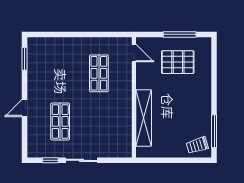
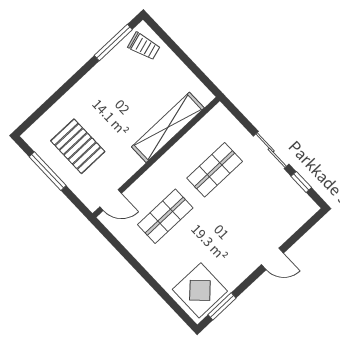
door: (134, 53) -> (111, 200), swing flipped
display table: (44, 55) -> (200, 290), added
shop shelf: (60, 121) -> (215, 170), moved

